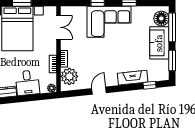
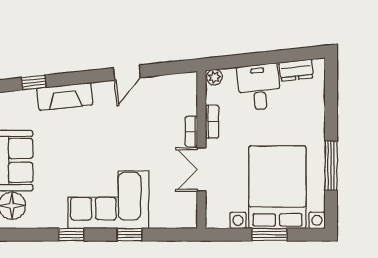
double door: (59, 27) -> (201, 169), moved
plant: (69, 76) -> (182, 99), removed

